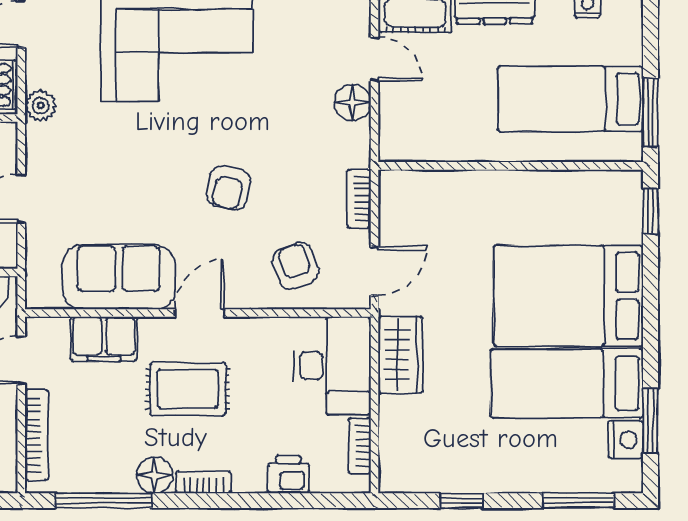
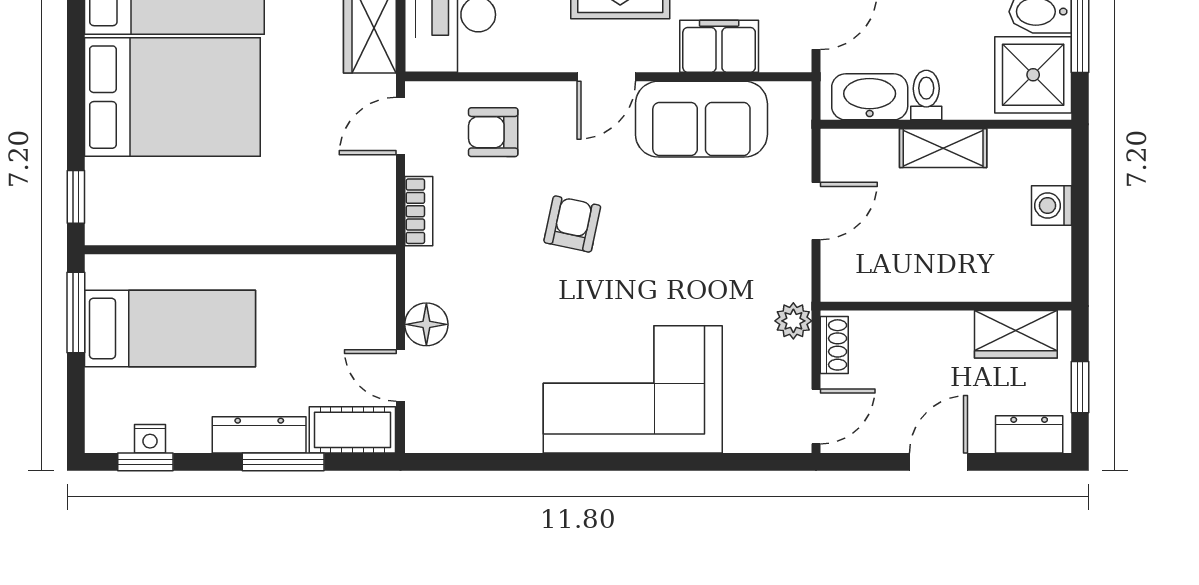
armchair: (296, 266) -> (493, 132), turned 110

